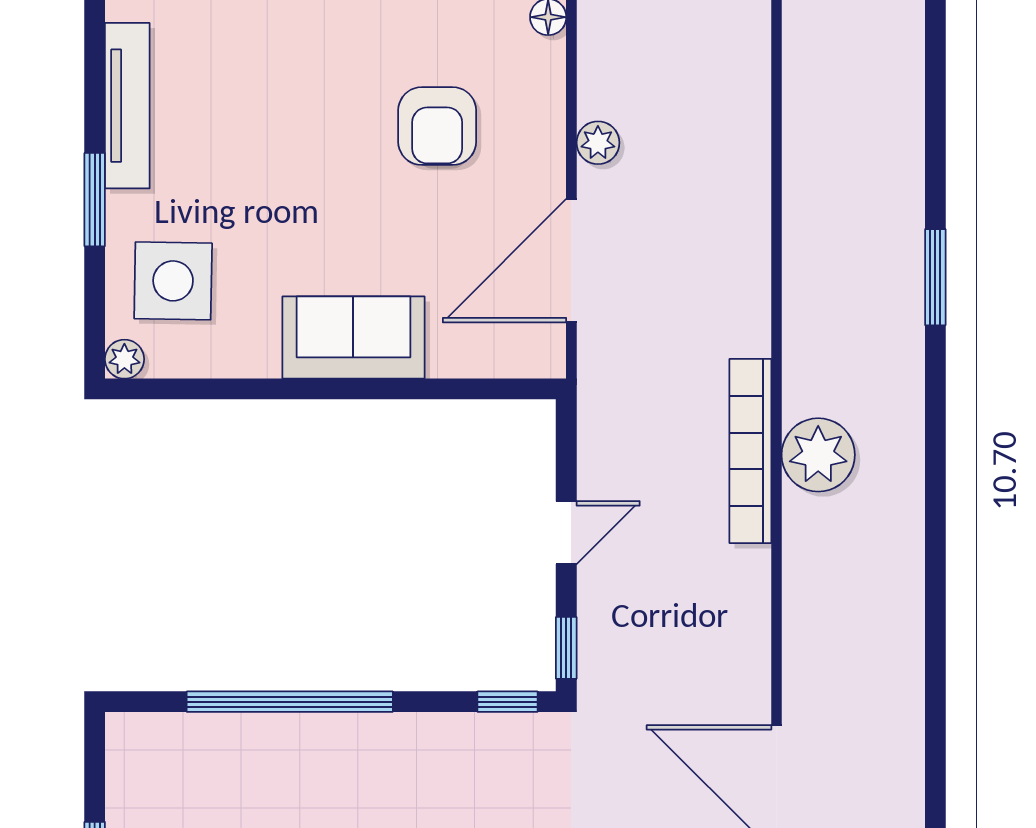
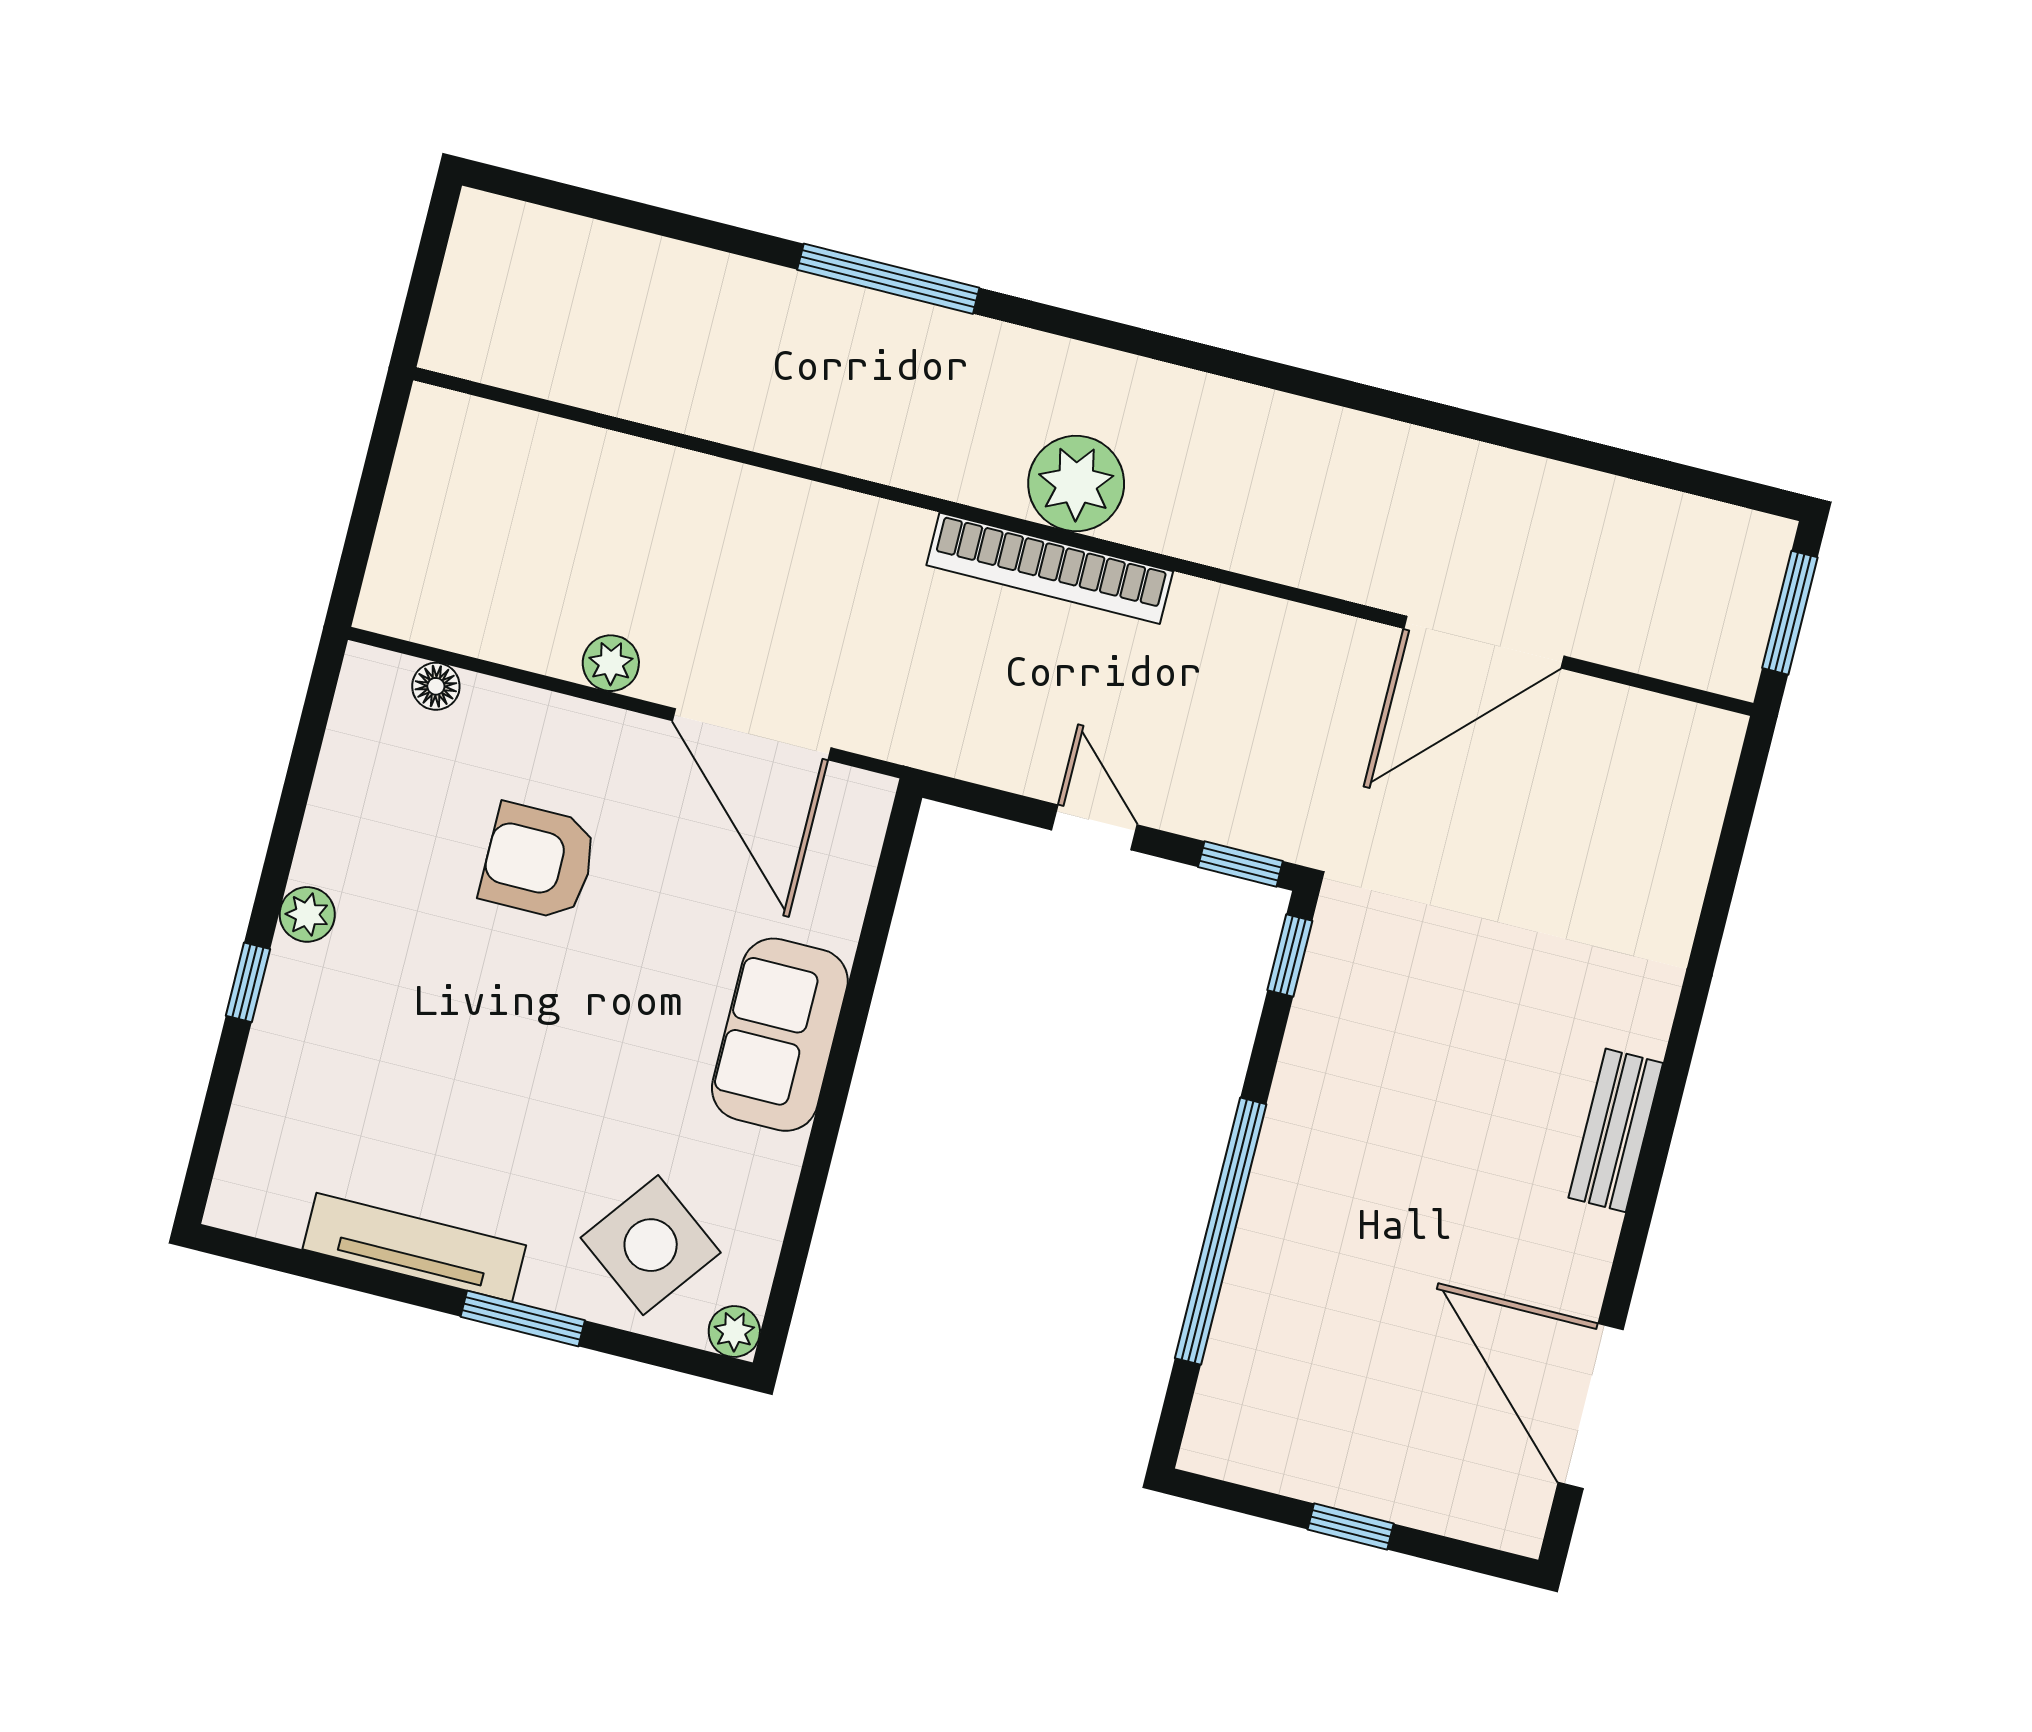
armchair: (437, 126) -> (539, 861), turned 180
window: (935, 277) -> (888, 279), width x1.44
side table: (173, 281) -> (651, 1245), turned 36

